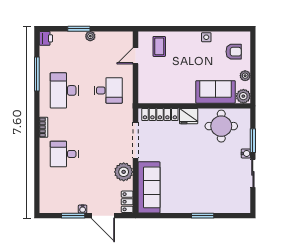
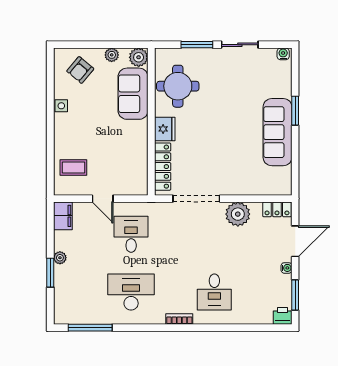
printer: (46, 38) -> (283, 316), moved
filing cabinet: (122, 38) -> (63, 216), added
armchair: (234, 52) -> (80, 70), turned -140
door: (135, 56) -> (103, 199), moved
window: (37, 74) -> (90, 328), moved
desk: (64, 90) -> (131, 292), turned 180
water cooler: (246, 153) -> (283, 54), moved
sofa: (149, 187) -> (278, 132), moved, turned -90
window: (73, 216) -> (295, 295), moved

